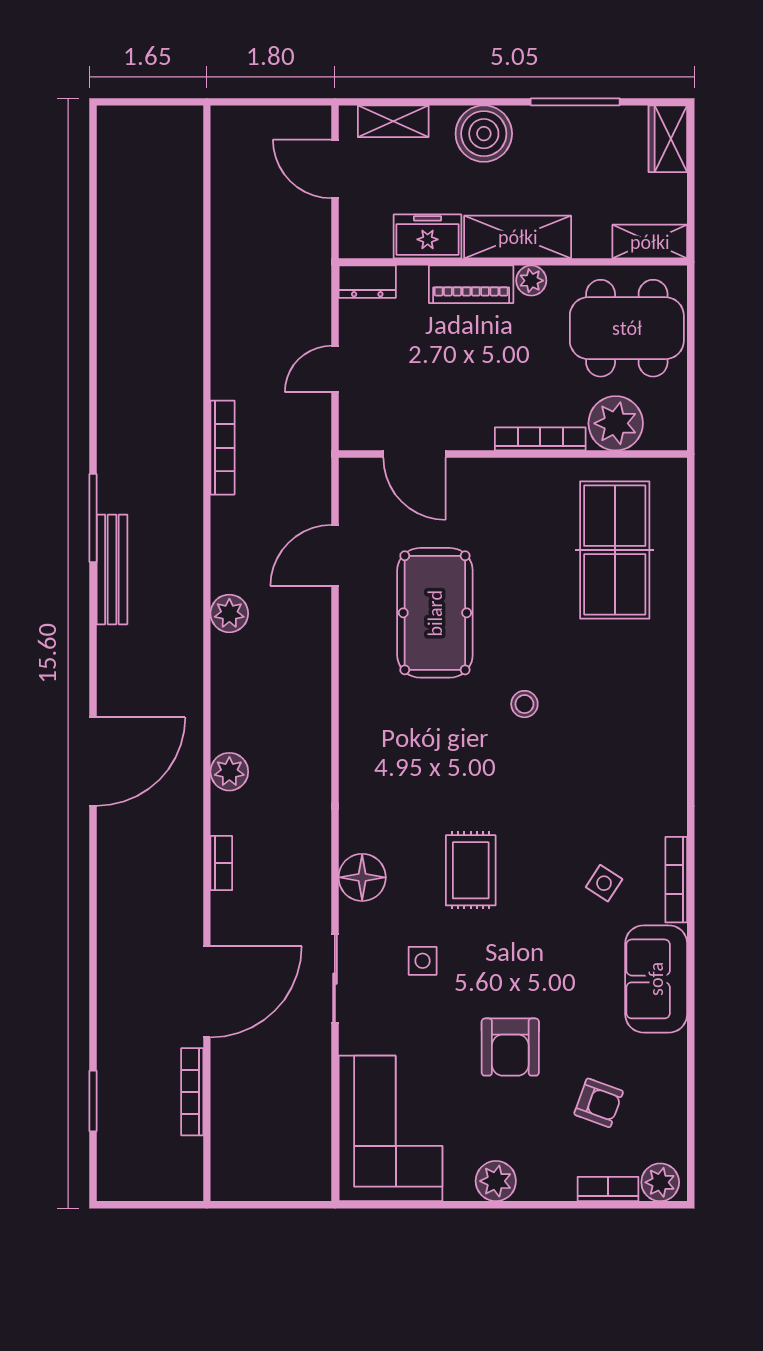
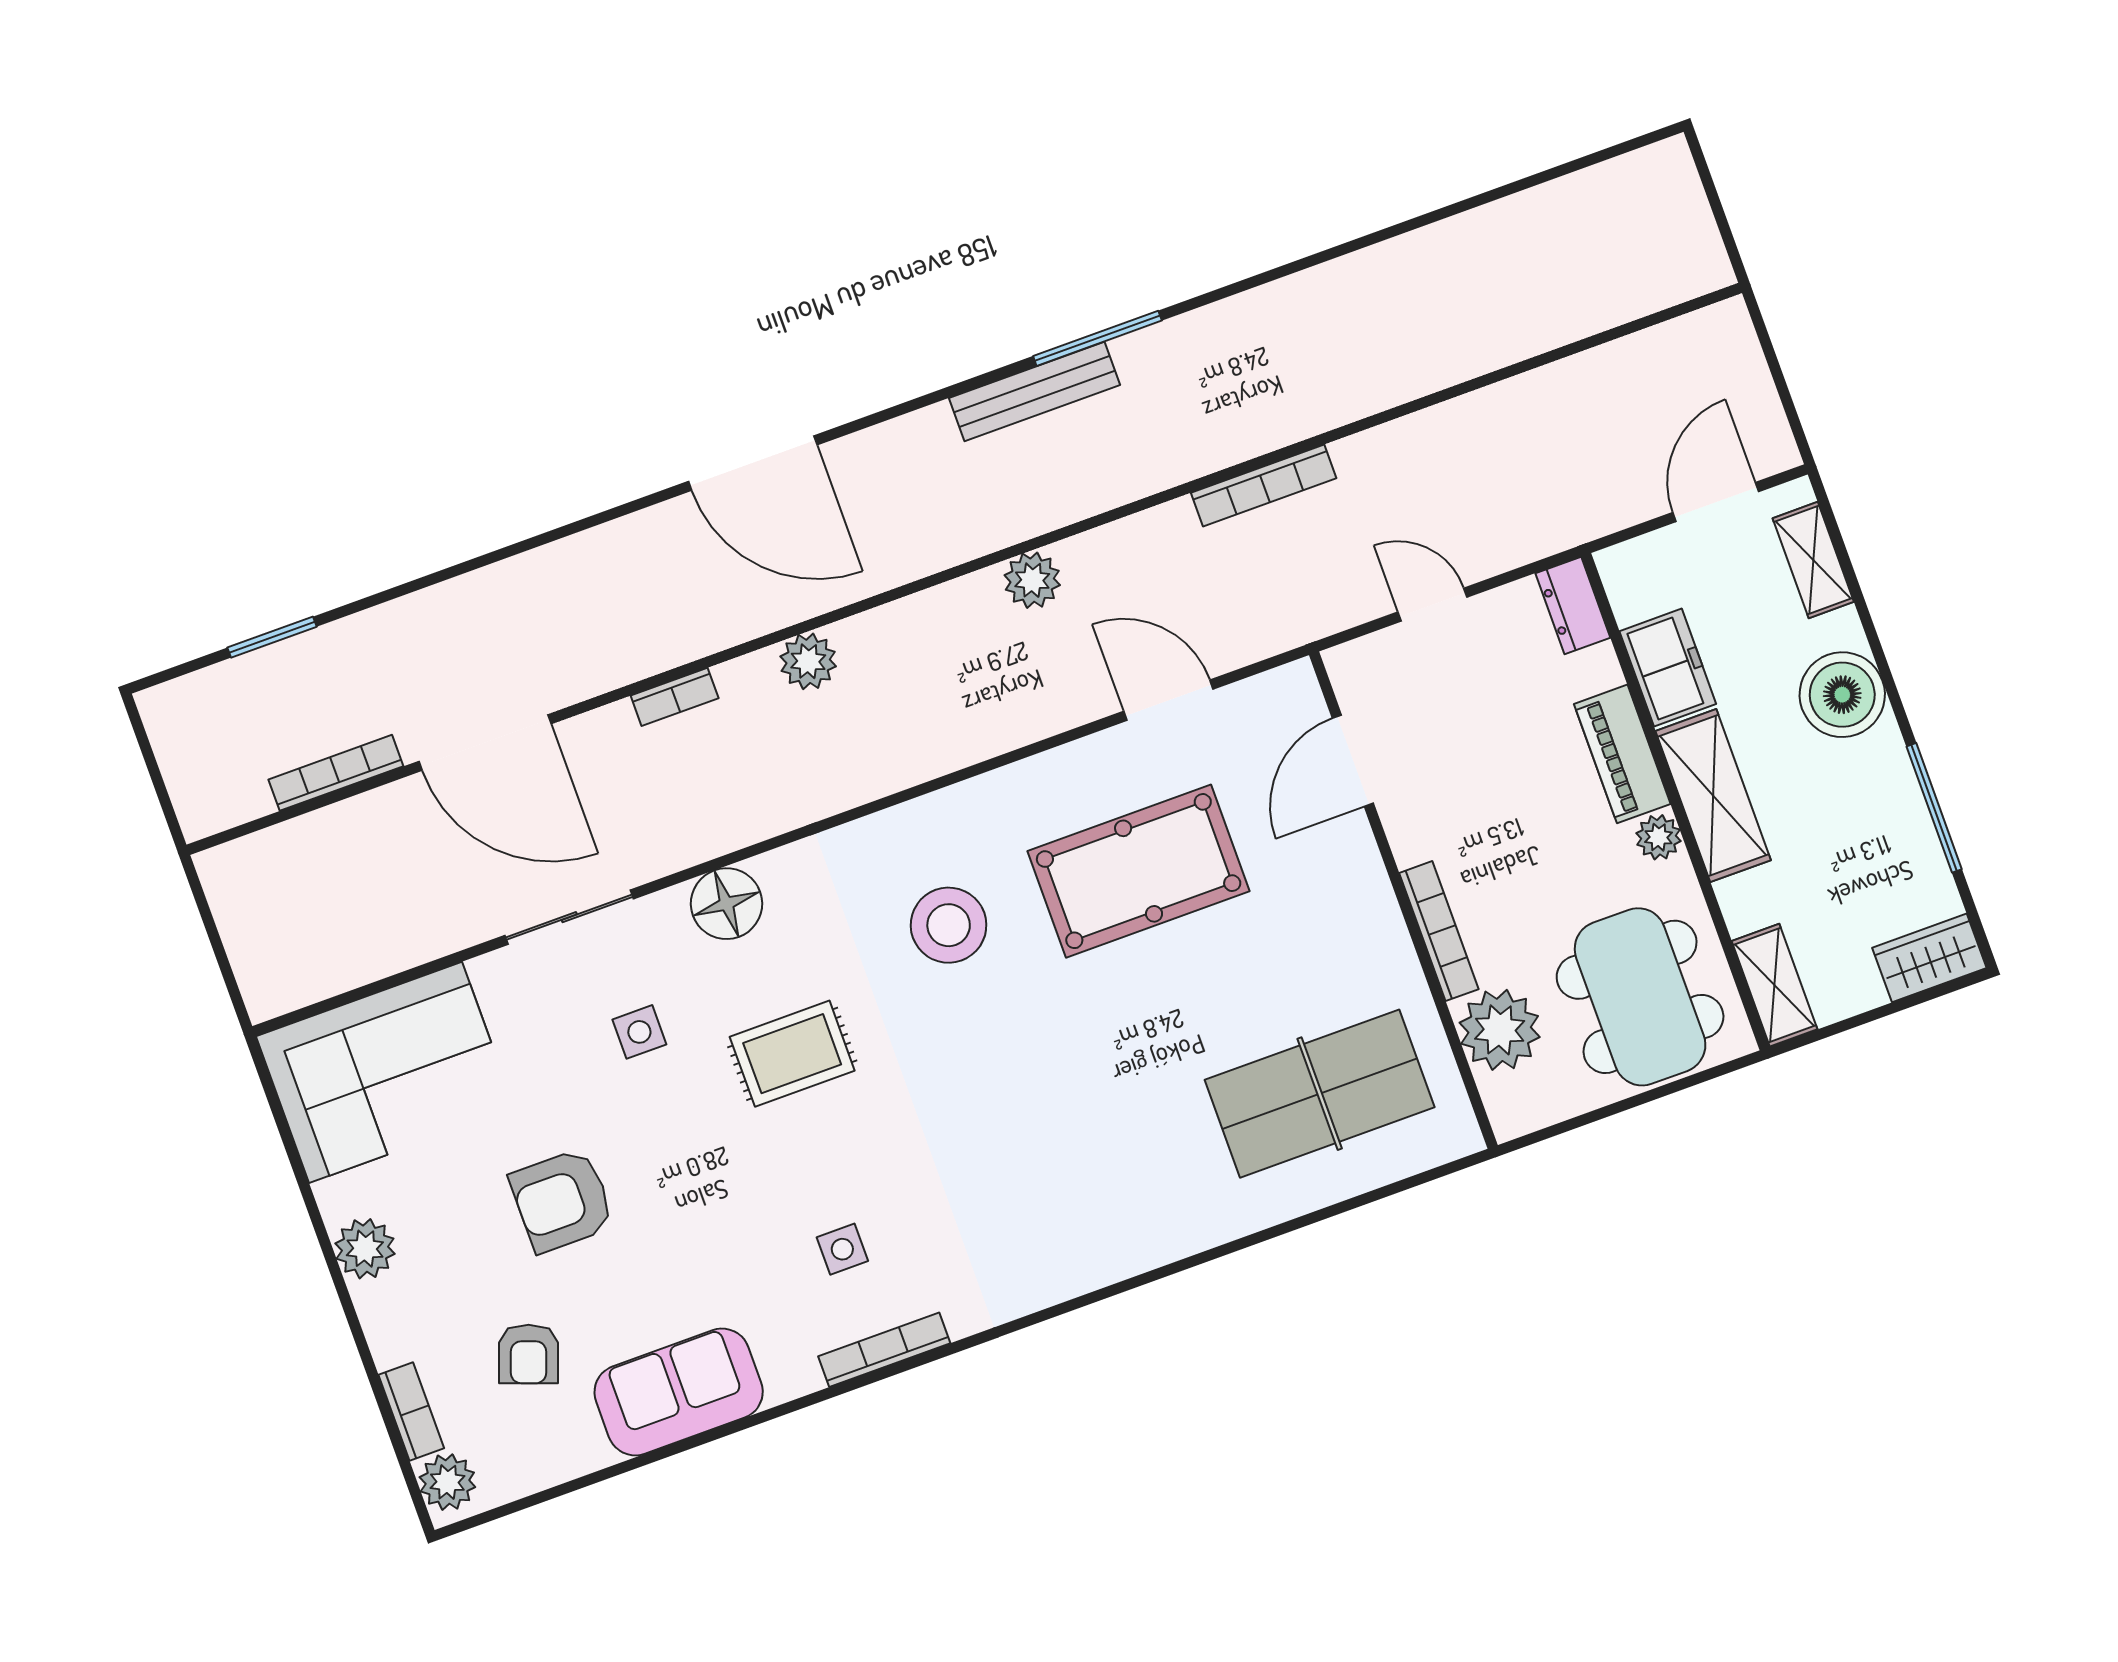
stool: (524, 704) -> (949, 925), moved, width x1.89, depth x1.89
side table: (604, 883) -> (842, 1249), turned -33
sofa: (656, 979) -> (679, 1392), moved

